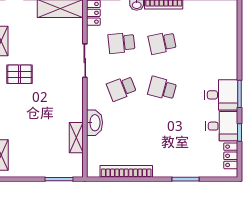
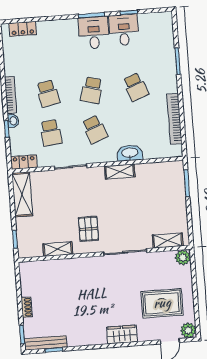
school desk: (162, 134) -> (136, 87), added
shelving: (76, 138) -> (120, 172), moved
locker: (231, 156) -> (23, 29), moved

